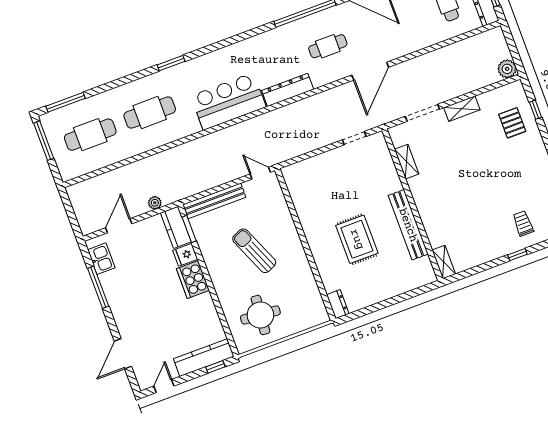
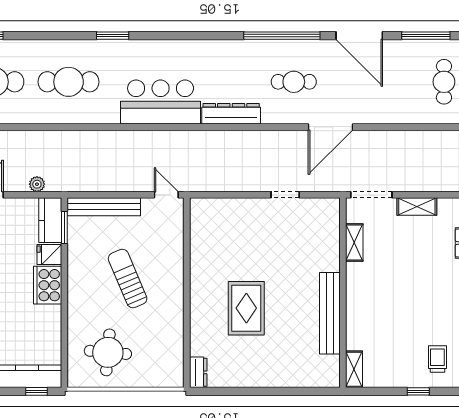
shelving: (407, 162) -> (354, 243), moved
wall: (412, 205) -> (343, 293), moved
bench: (408, 225) -> (330, 313), moved
shelving: (444, 262) -> (354, 369), moved

